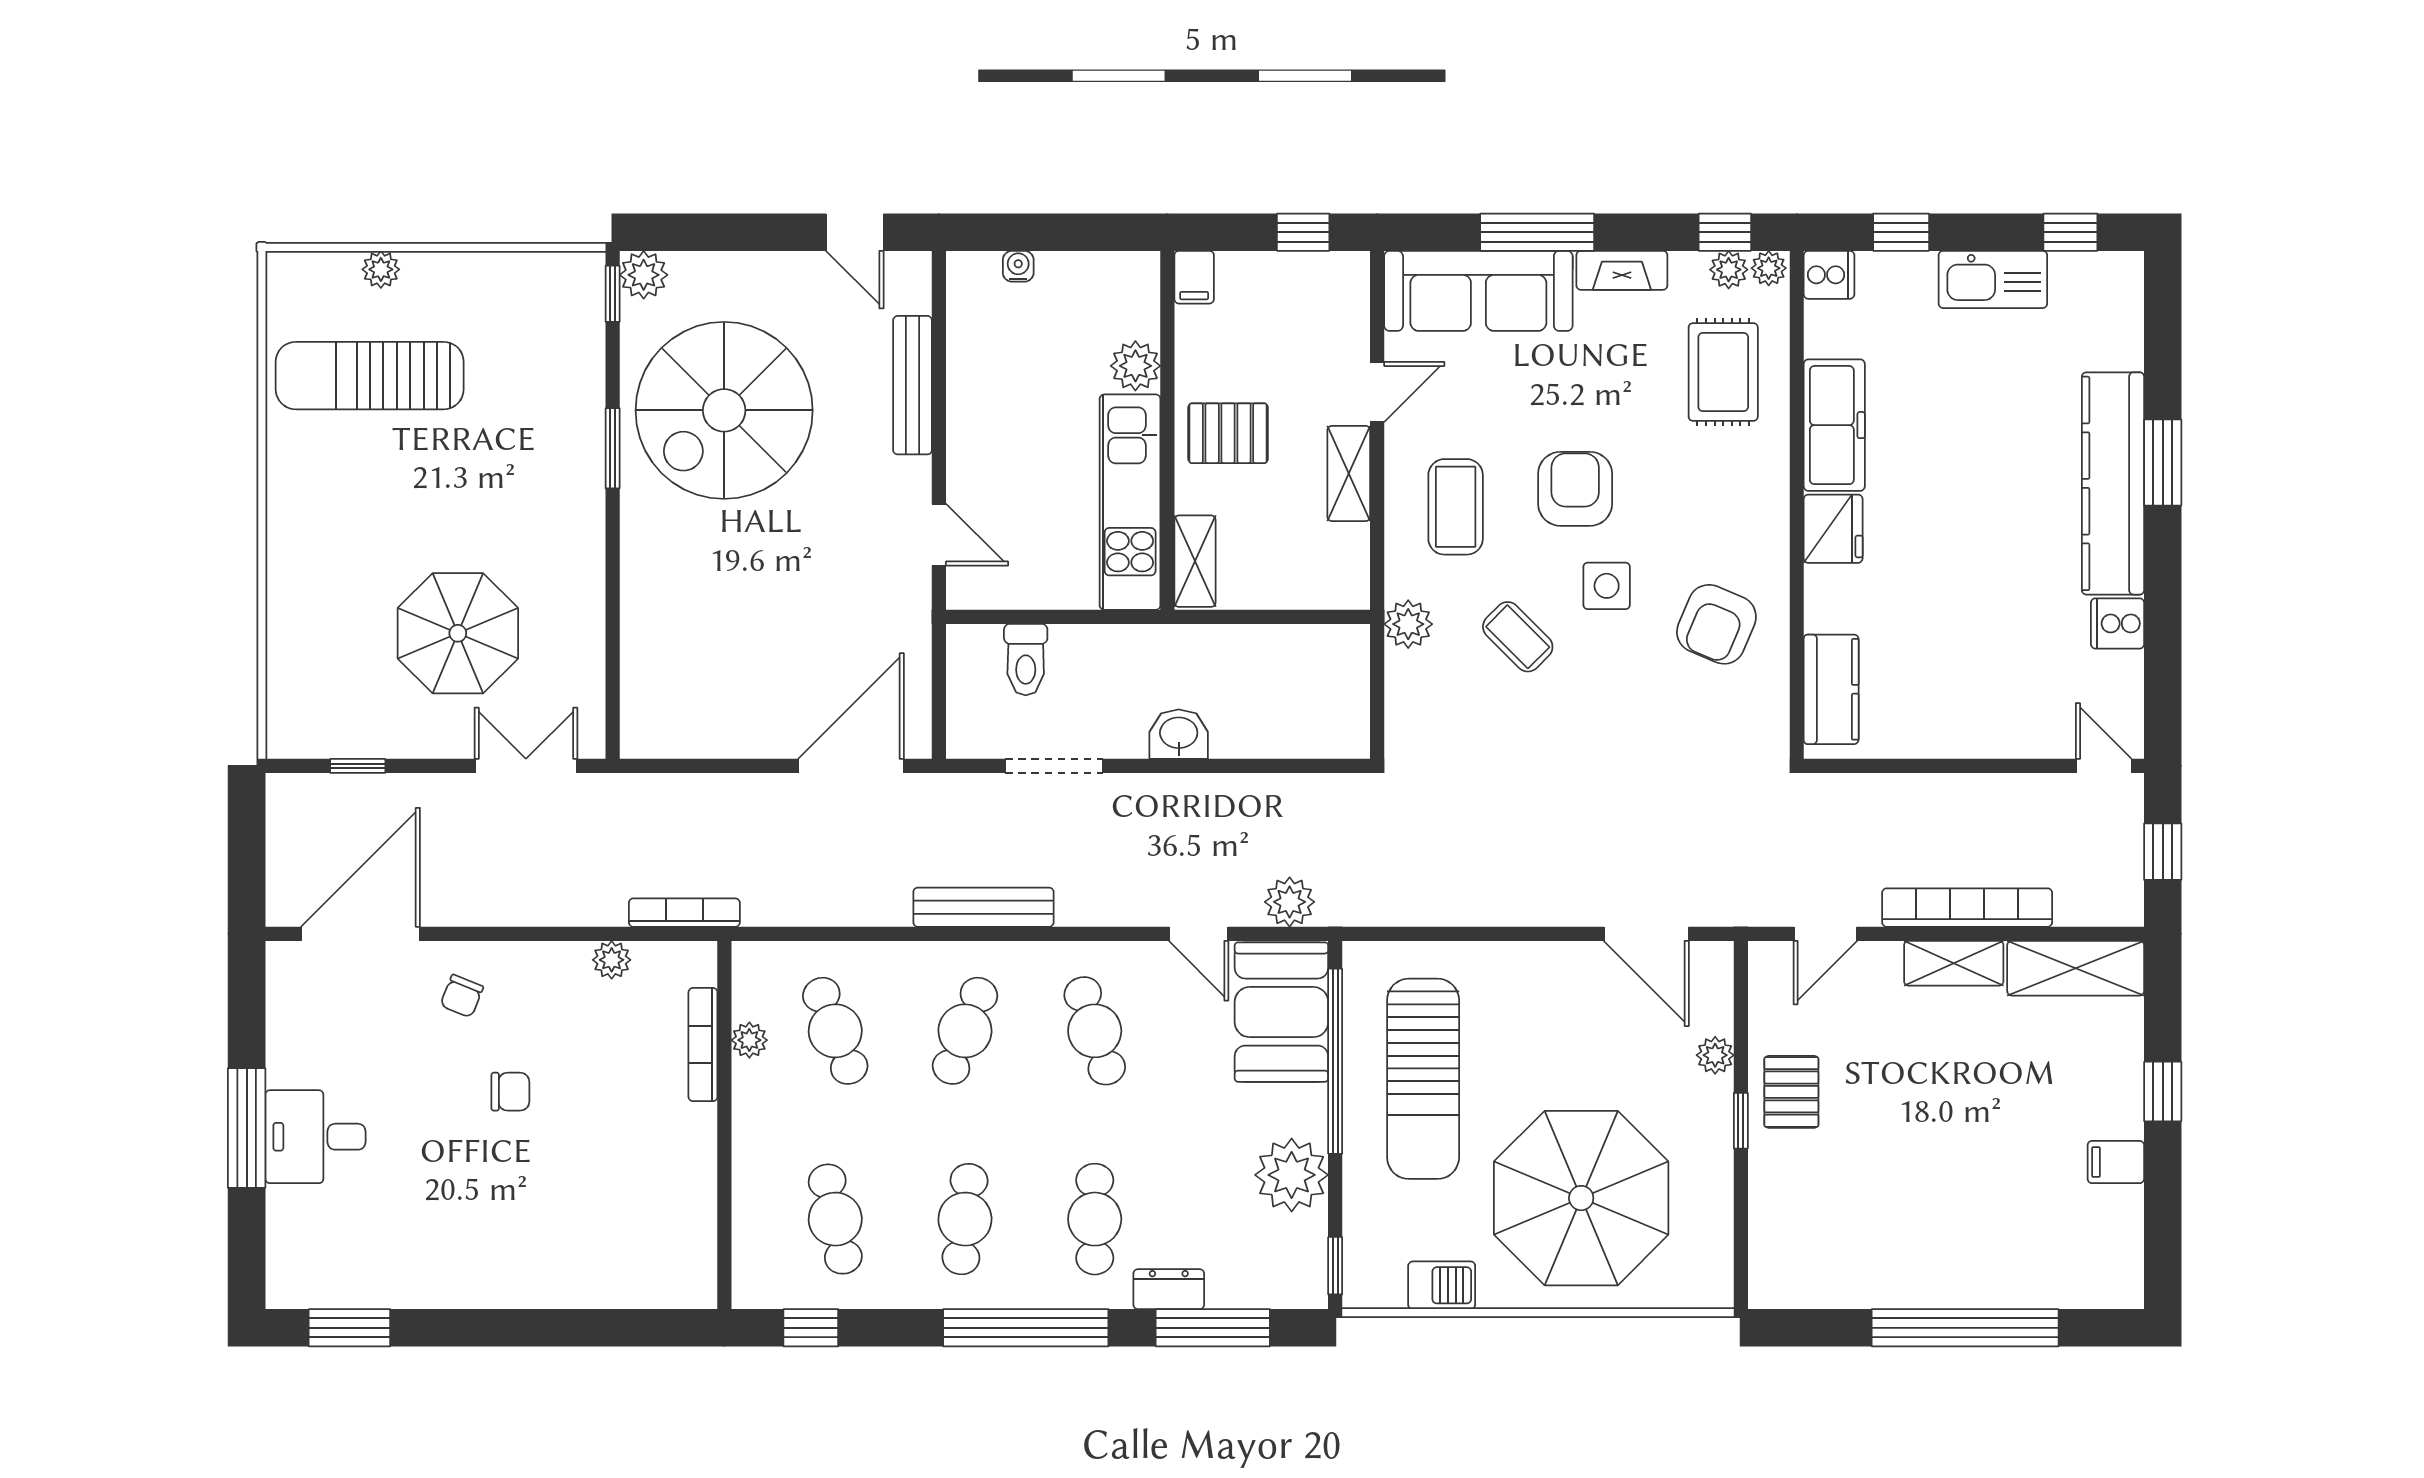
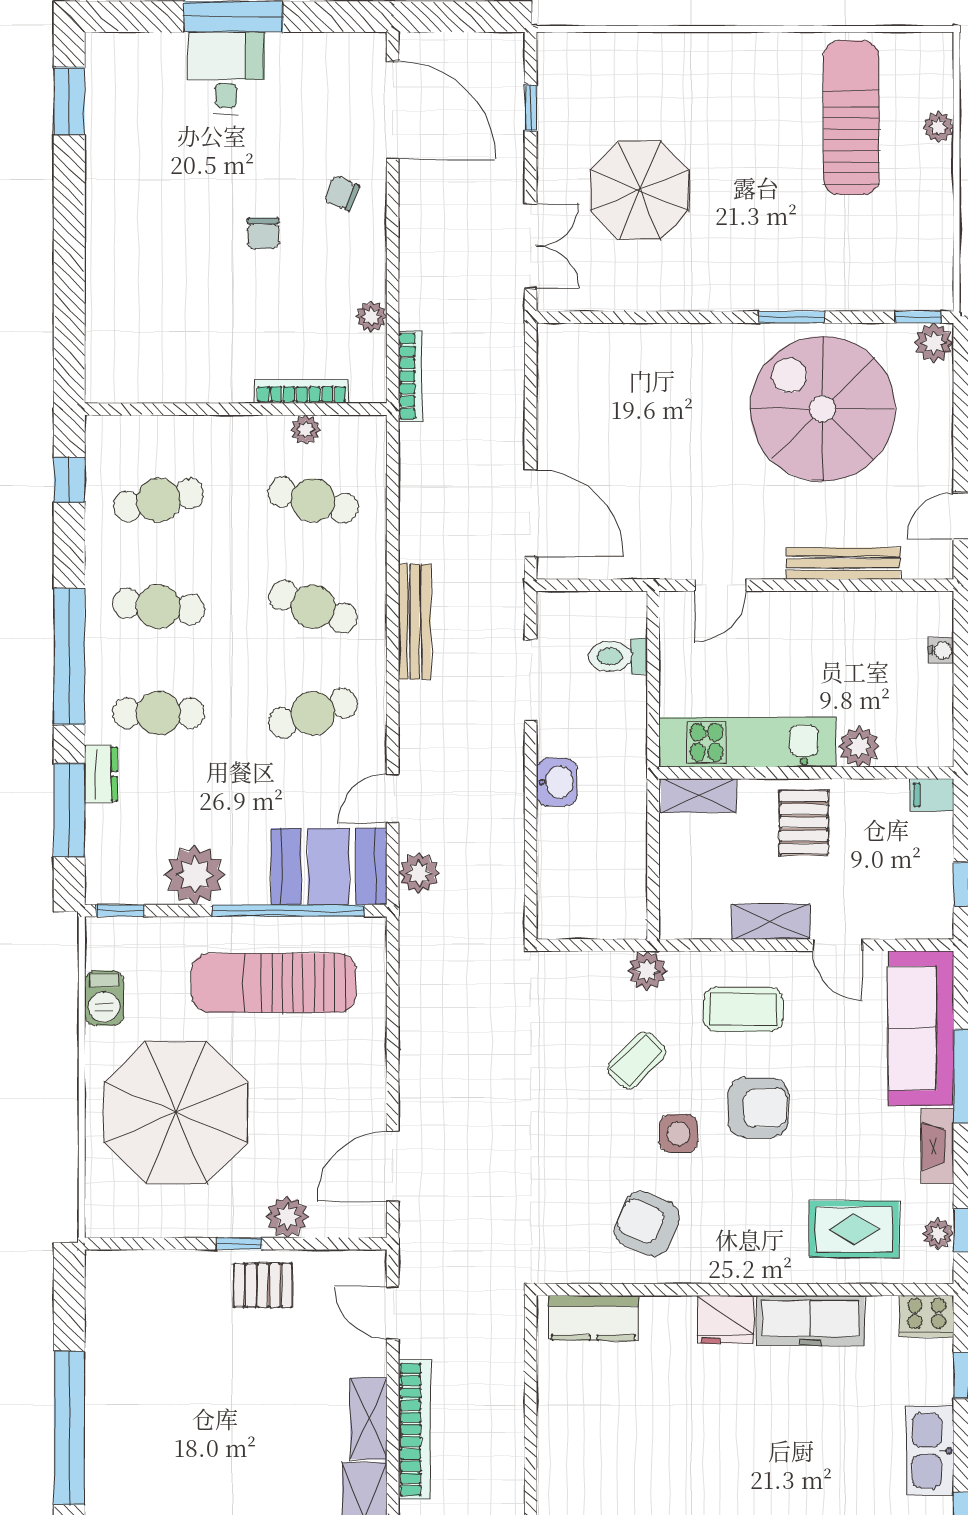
plant: (1769, 268) -> (939, 1267), removed
cooker: (1829, 275) -> (927, 1316), width x1.36
cafe table: (835, 1031) -> (313, 500), turned 36
plant: (1715, 1055) -> (287, 1217), width x1.38, depth x1.38

